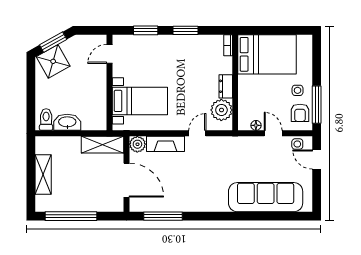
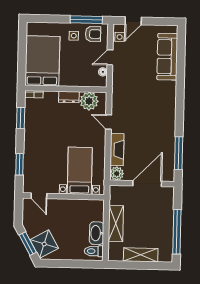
window: (186, 30) -> (21, 118), moved
shelving: (103, 145) -> (116, 224), moved
sofa: (266, 197) -> (167, 57), width x0.74, depth x0.79

